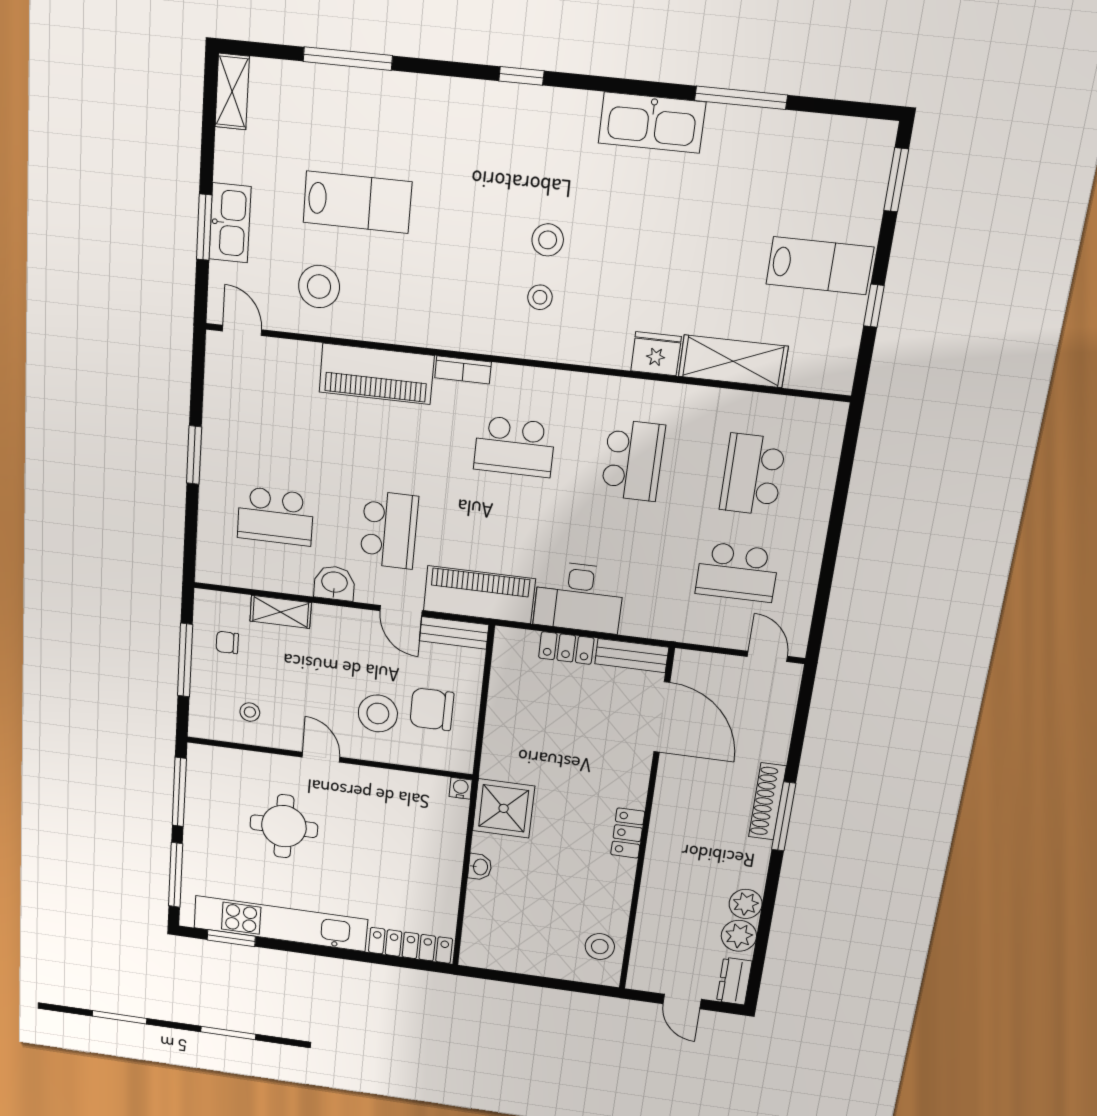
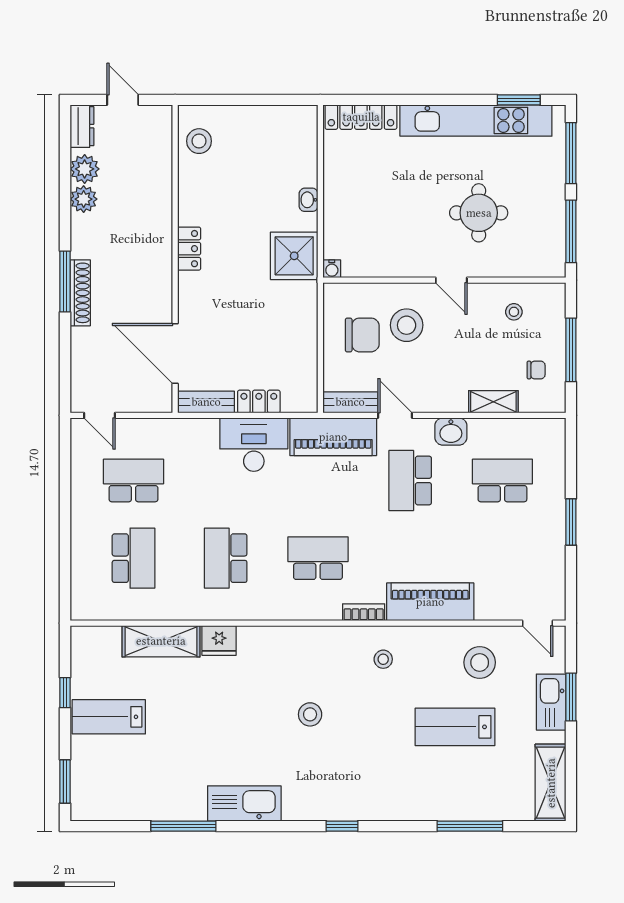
shelving: (232, 92) -> (551, 783), width x1.50, depth x1.33
stool: (540, 297) -> (383, 659), moved

